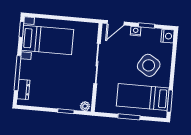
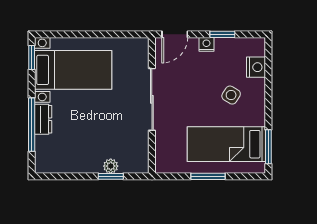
nightstand: (168, 36) -> (256, 67), moved
side table: (149, 65) -> (231, 95), width x0.54, depth x0.54
dresser: (24, 89) -> (43, 119), moved
plant: (85, 106) -> (111, 166), moved

